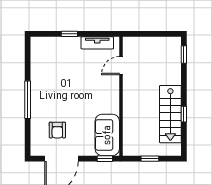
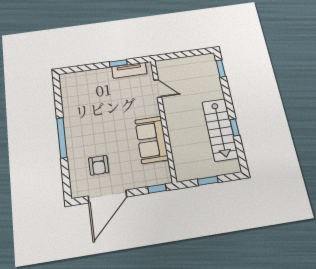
window: (69, 34) -> (118, 63), moved
door: (121, 66) -> (158, 89), swing flipped
sofa: (107, 135) -> (152, 140), moved

